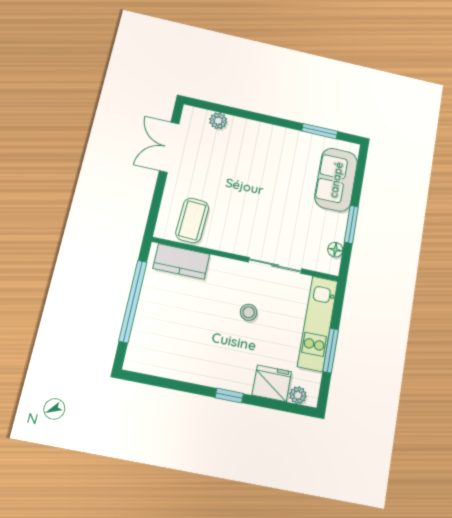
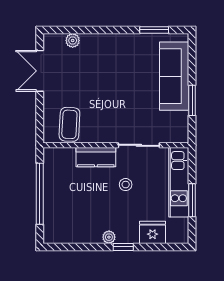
sofa: (336, 180) -> (174, 76), width x1.36
floor lamp: (335, 250) -> (183, 123), removed
kitchen counter: (181, 261) -> (96, 157), moved
plant: (298, 395) -> (109, 237), moved

